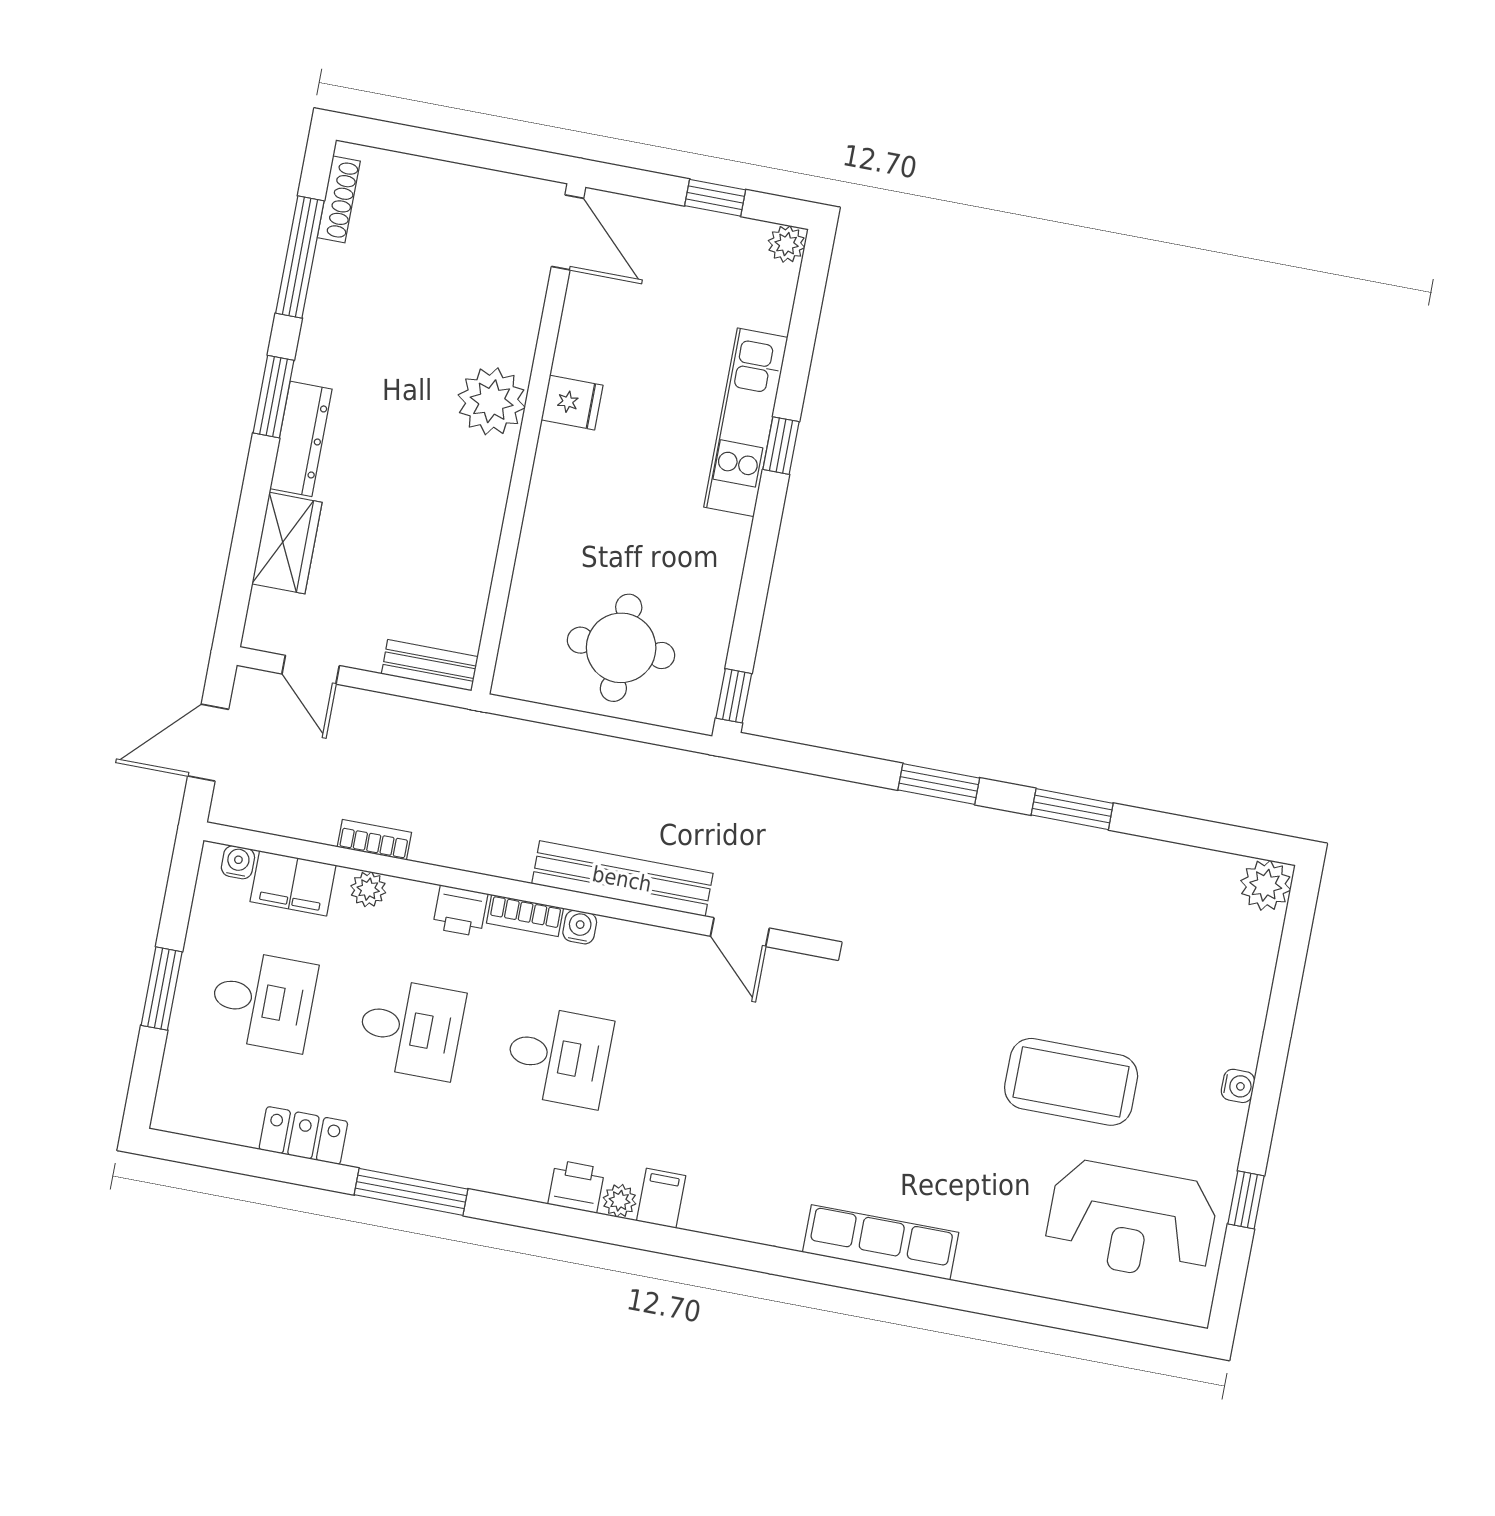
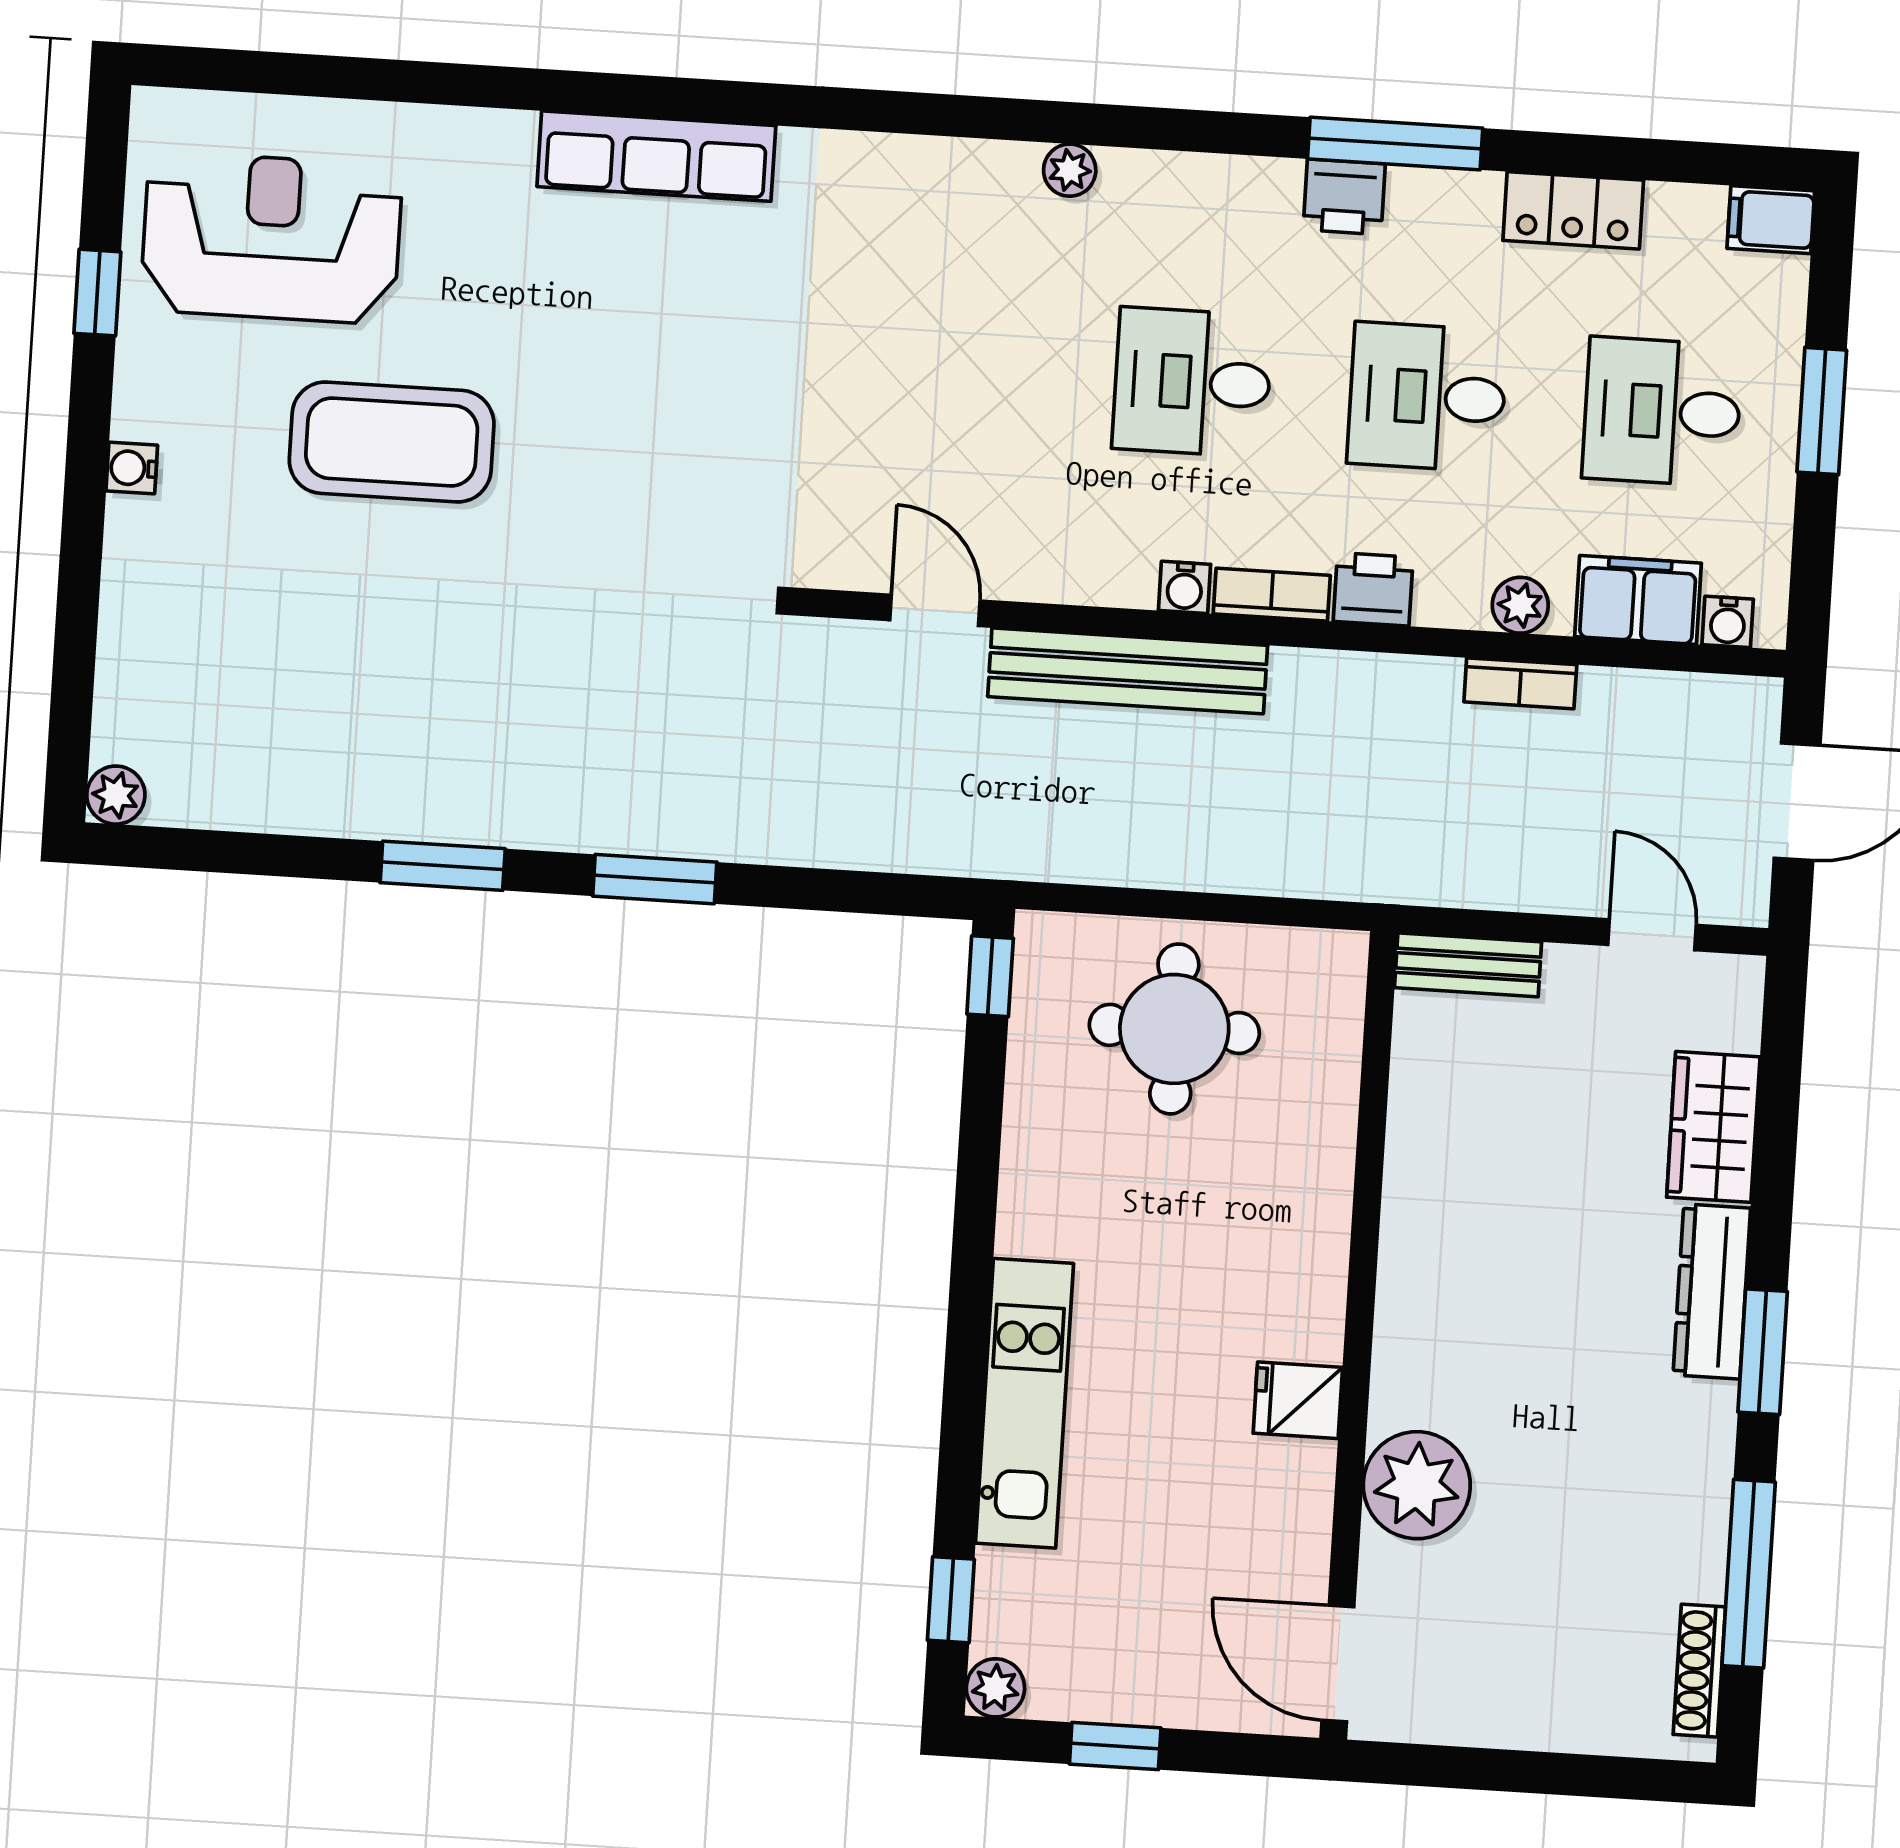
plant: (492, 401) -> (1417, 1485), moved
window: (781, 446) -> (951, 1600), moved
plant: (1266, 885) -> (116, 795), width x0.73, depth x0.73
printer: (576, 1186) -> (1344, 197), moved
filing cabinet: (661, 1198) -> (1771, 220), moved, turned 90

